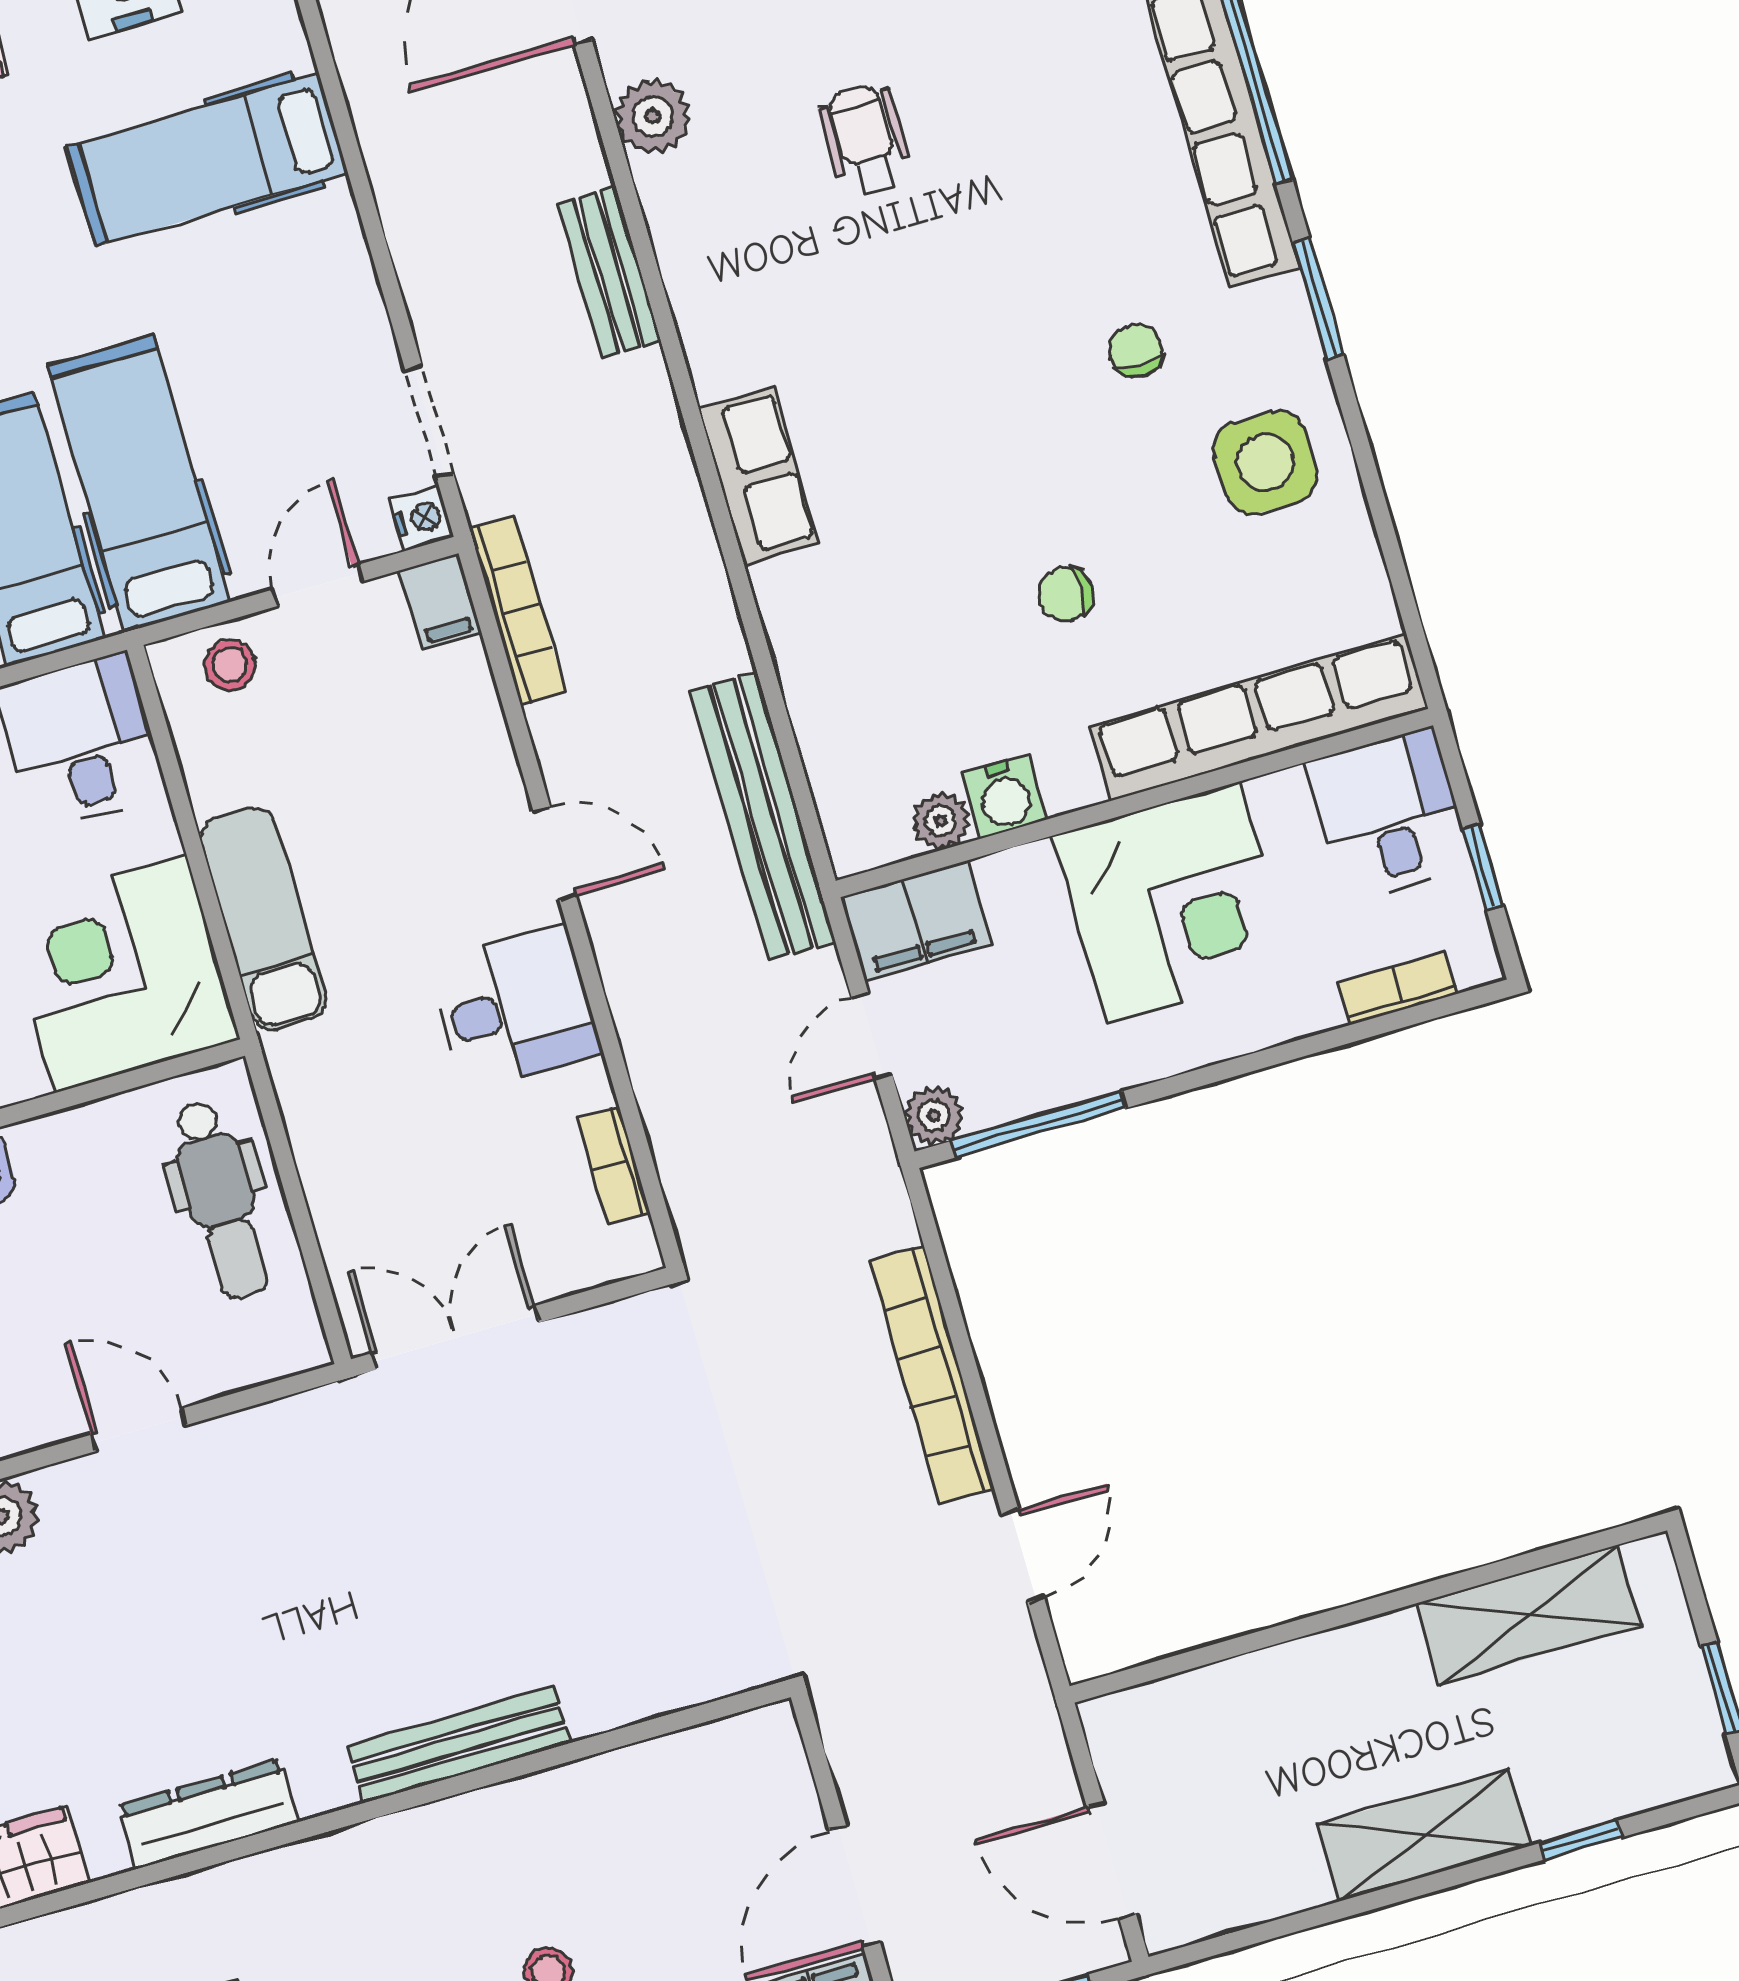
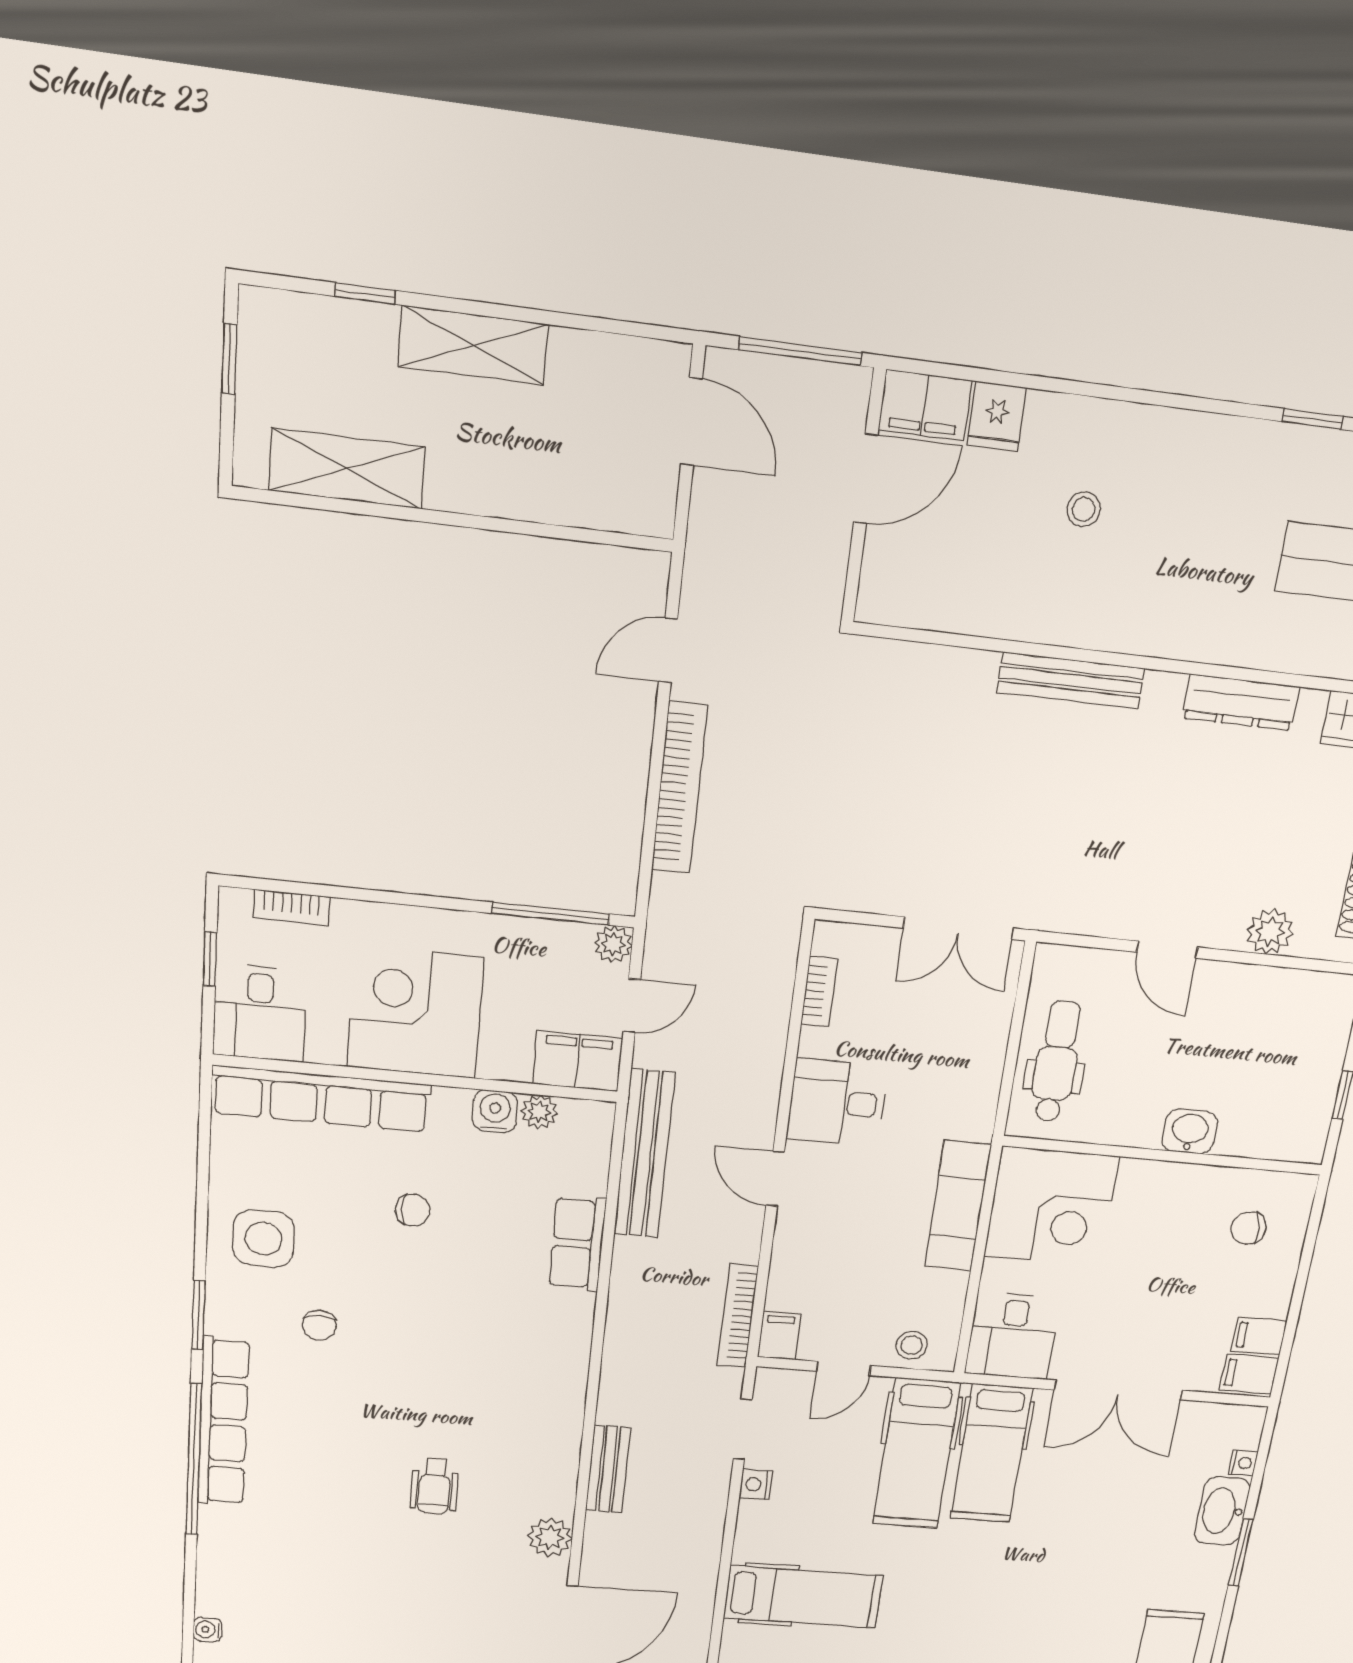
row of seats: (759, 476) -> (577, 1244), moved
nightstand: (422, 518) -> (756, 1484), moved

